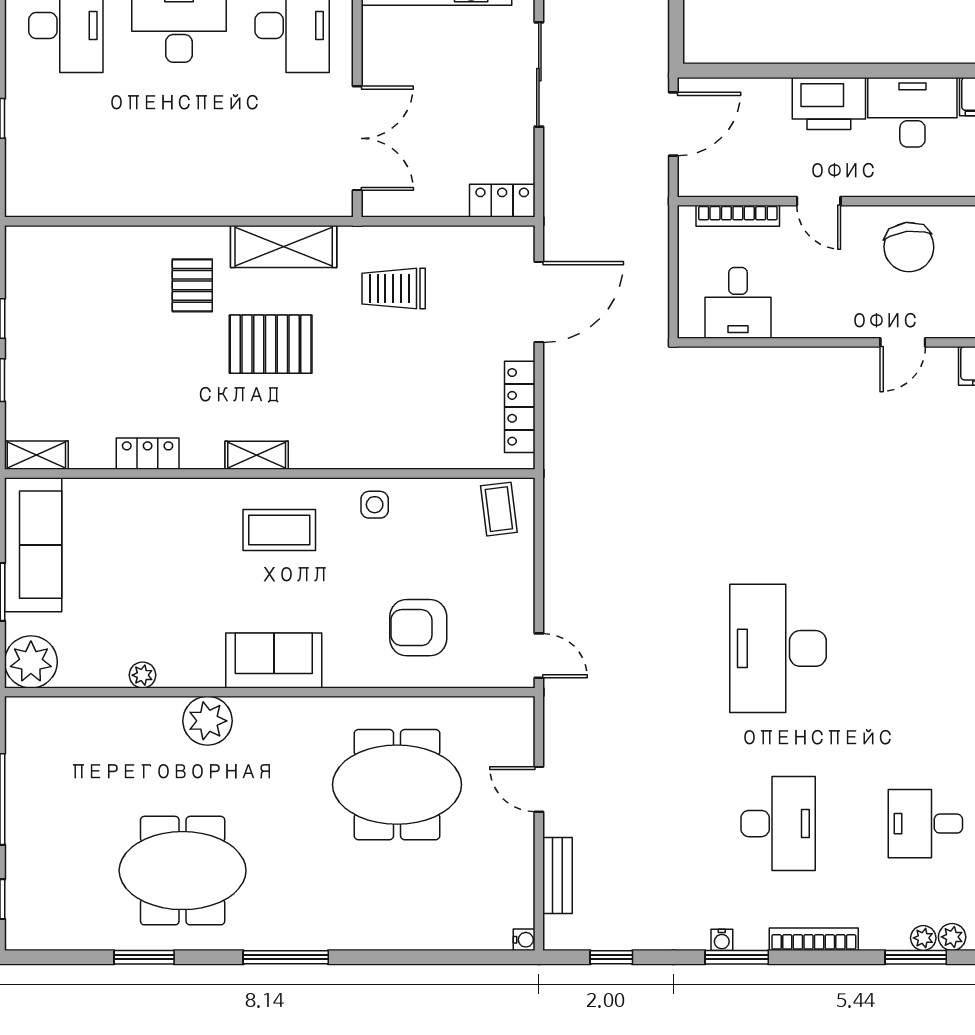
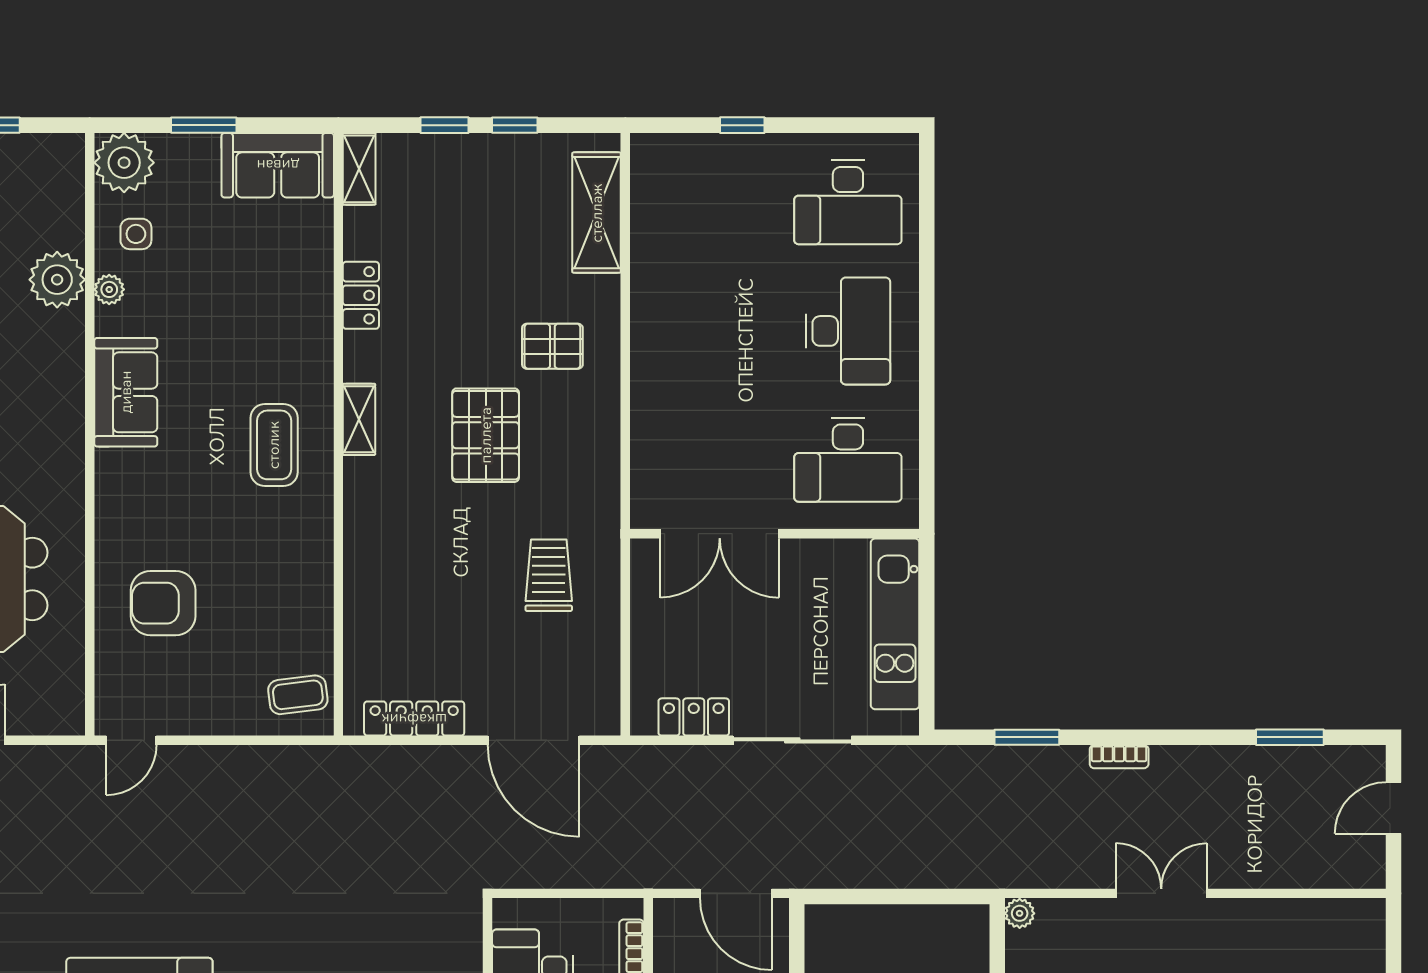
locker: (502, 201) -> (694, 717), moved, turned -90
shelving: (284, 246) -> (597, 213), moved
side table: (375, 505) -> (136, 234), moved
sofa: (33, 545) -> (278, 165), width x0.73
armchair: (418, 628) -> (163, 603), turned -90
sofa: (274, 660) -> (126, 392), moved
plant: (207, 721) -> (57, 280), moved

